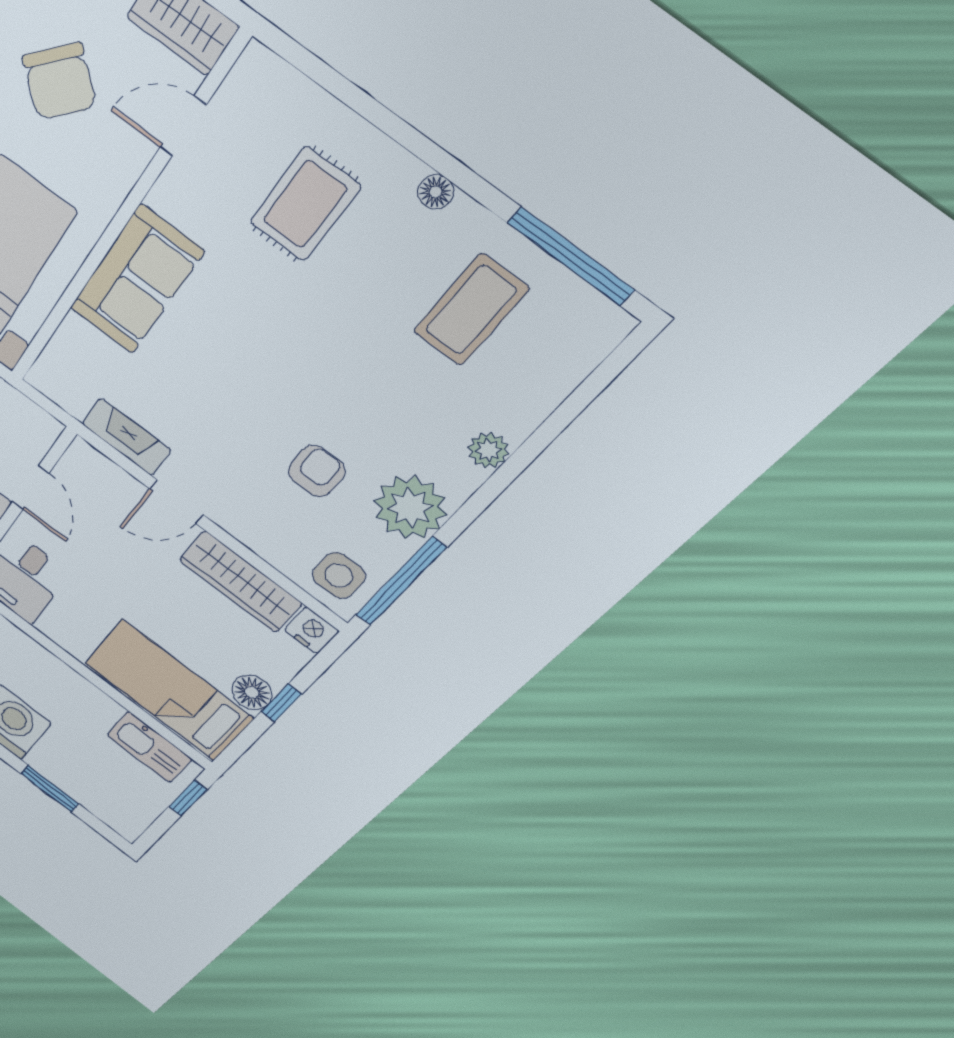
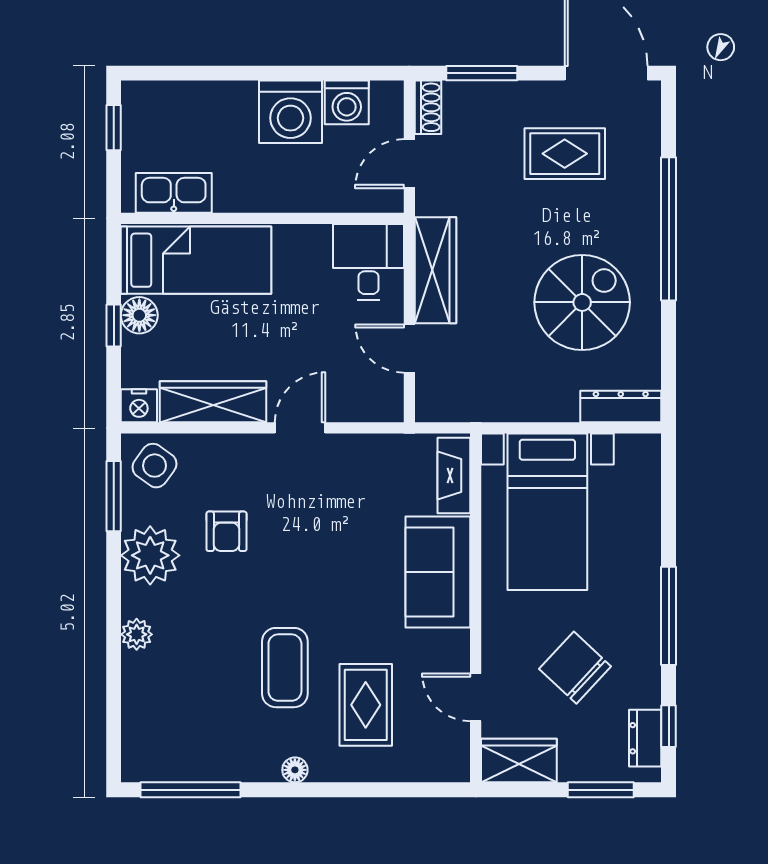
door: (183, 126) -> (476, 697), swing flipped
coffee table: (471, 310) -> (285, 668), moved
fireplace: (126, 437) -> (454, 476), moved, turned 90
side table: (339, 575) -> (155, 466), turned 36
window: (401, 582) -> (114, 496), width x0.69
window: (50, 789) -> (219, 73), removed
window: (188, 798) -> (114, 128), moved

